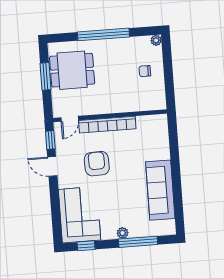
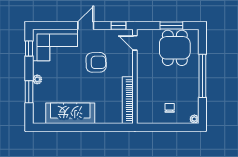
bookcase: (107, 125) -> (128, 100), moved
door: (52, 166) -> (86, 25), moved
window: (138, 242) -> (29, 92), width x0.69

